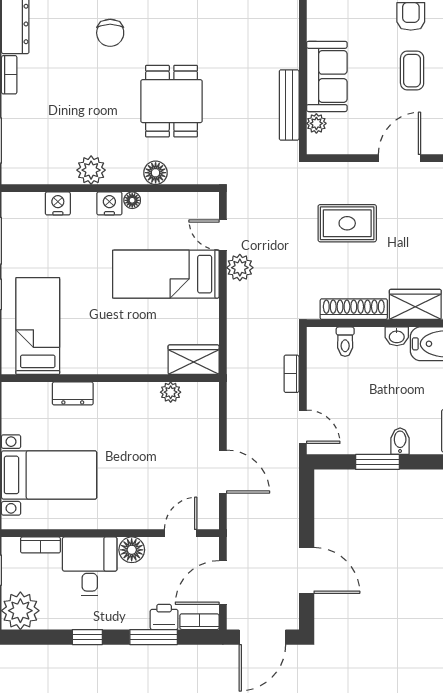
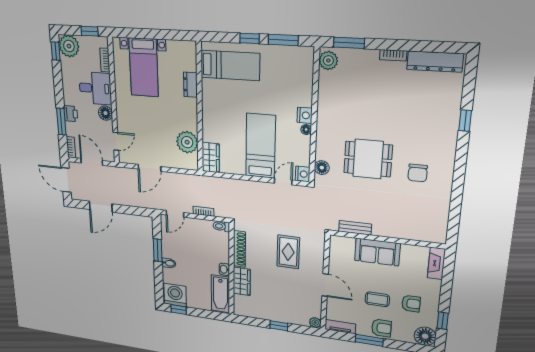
chair: (110, 33) -> (418, 173), moved, turned -90
bench: (289, 105) -> (355, 228), width x0.73
plant: (316, 123) -> (348, 243), removed
plant: (91, 170) -> (328, 61), moved
floor lamp: (156, 173) -> (322, 168), moved
nightstand: (58, 203) -> (303, 174), moved
plant: (240, 268) -> (264, 189), removed
toilet: (345, 342) -> (221, 226), moved
plant: (171, 392) -> (187, 142), width x1.88, depth x1.88
door: (181, 533) -> (116, 141), hinge flipped
printer: (164, 617) -> (71, 114), moved
window: (87, 637) -> (56, 51), moved

